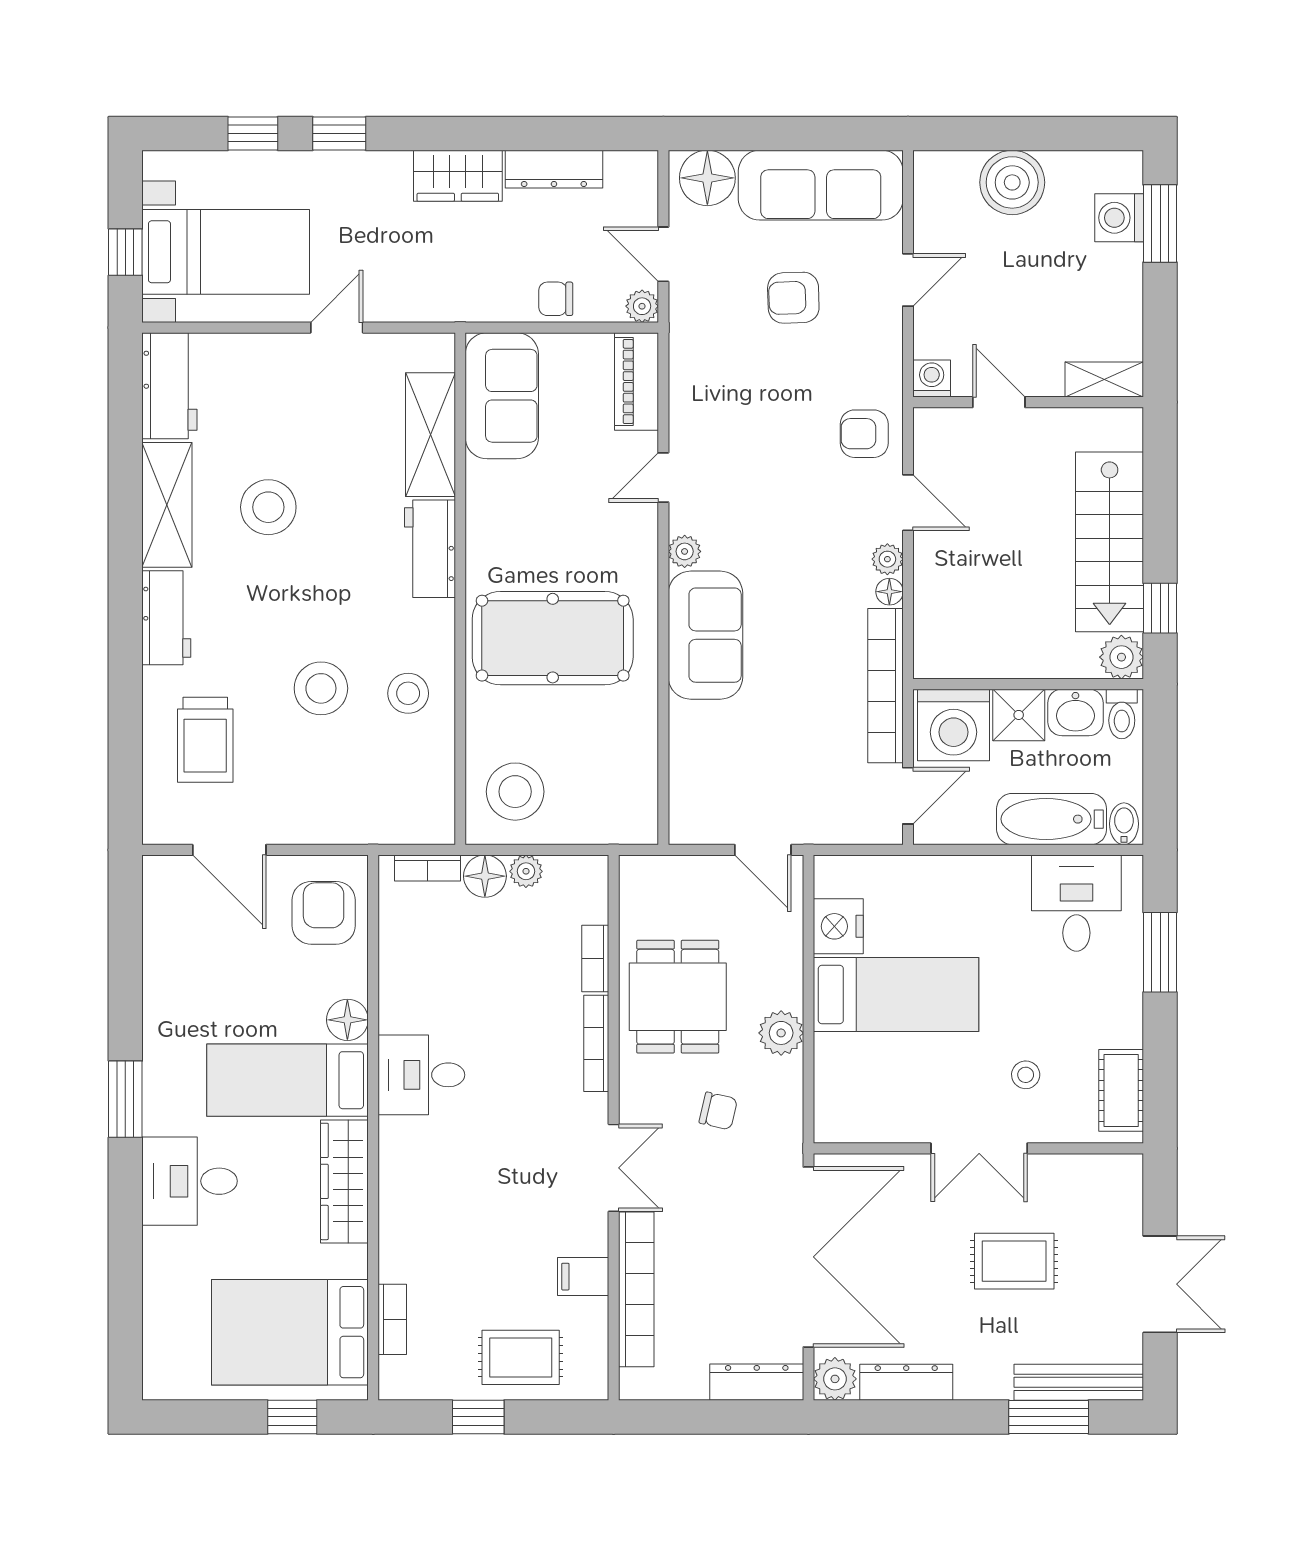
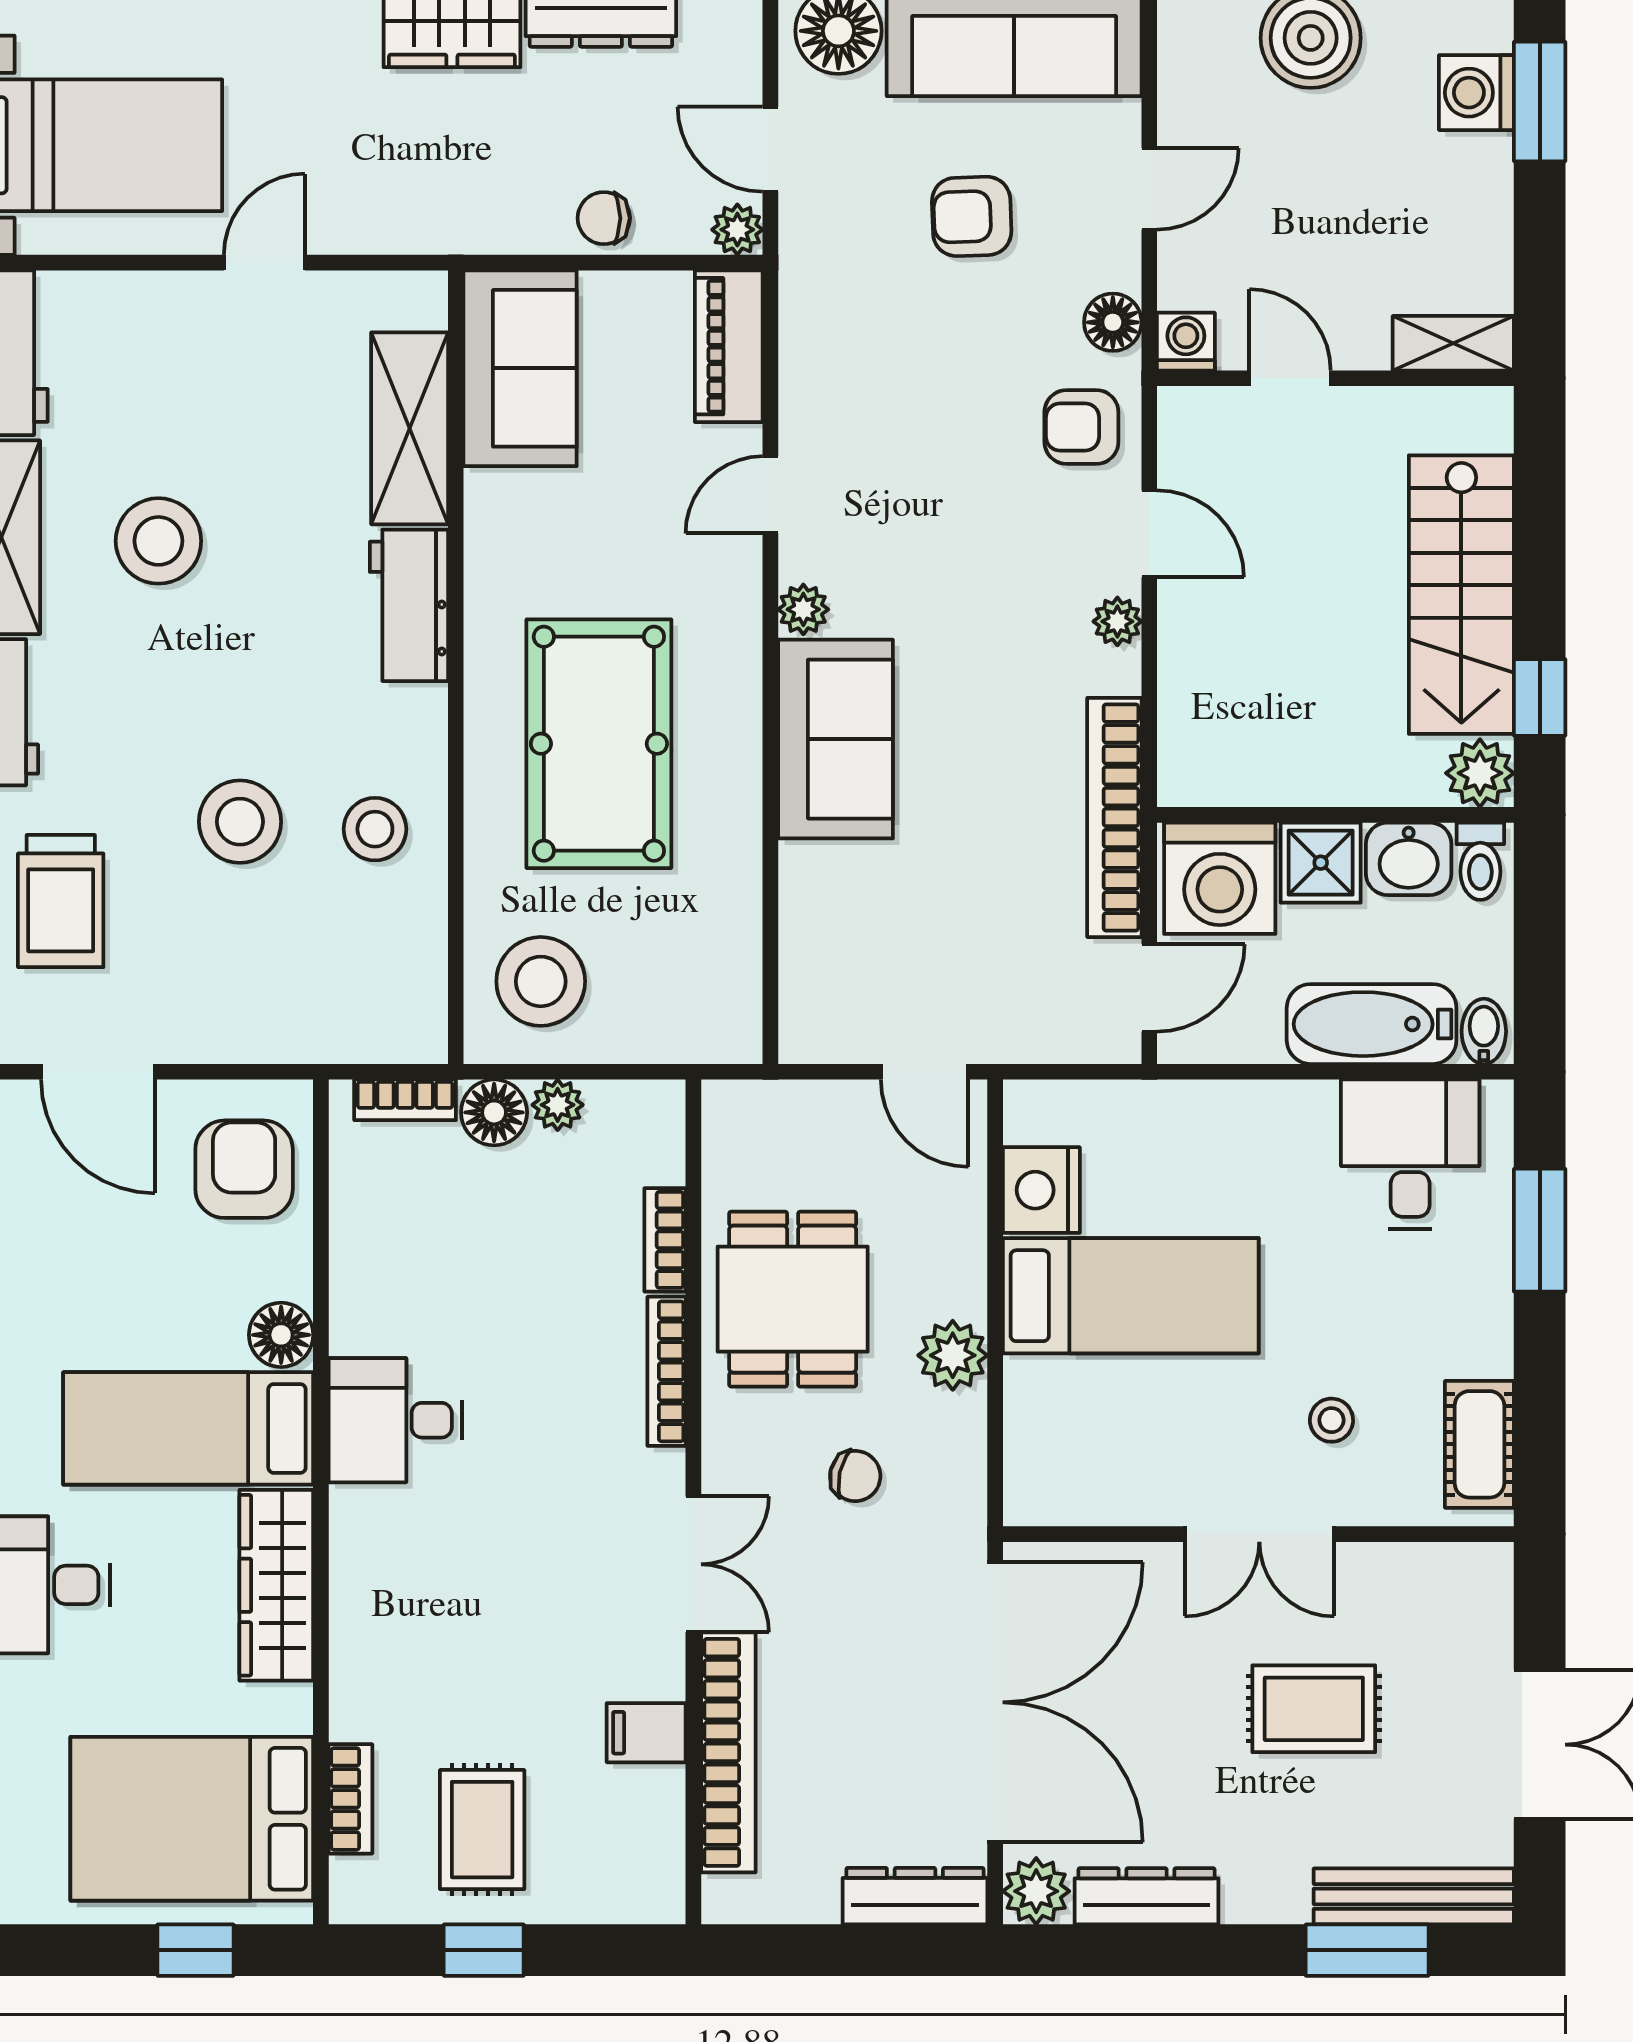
floor lamp: (889, 592) -> (1113, 322), moved, width x1.37, depth x1.37
pool table: (553, 638) -> (599, 744), turned 90
rug: (521, 1357) -> (482, 1830), moved, turned 90

